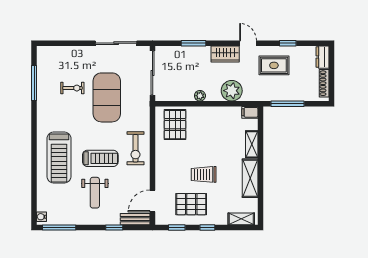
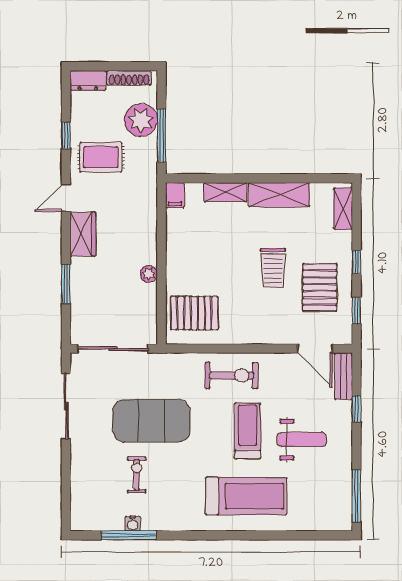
rug: (274, 65) -> (101, 157), turned 90
plant: (232, 91) -> (141, 120), moved
water cooler: (41, 217) -> (133, 524), moved

